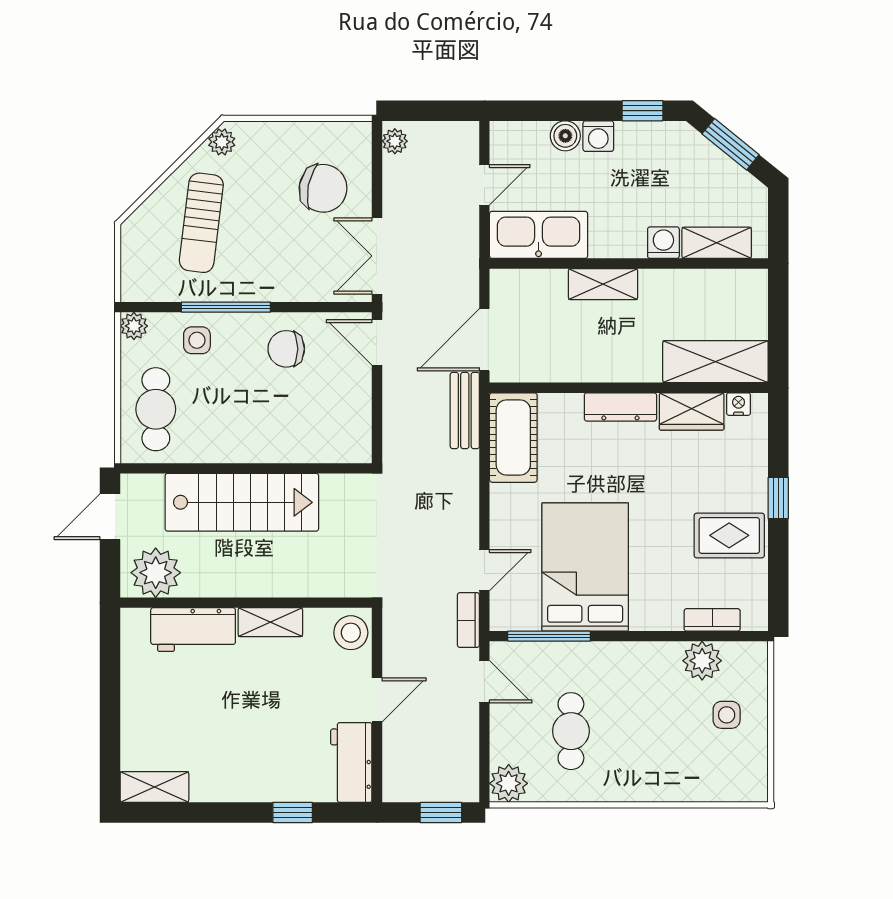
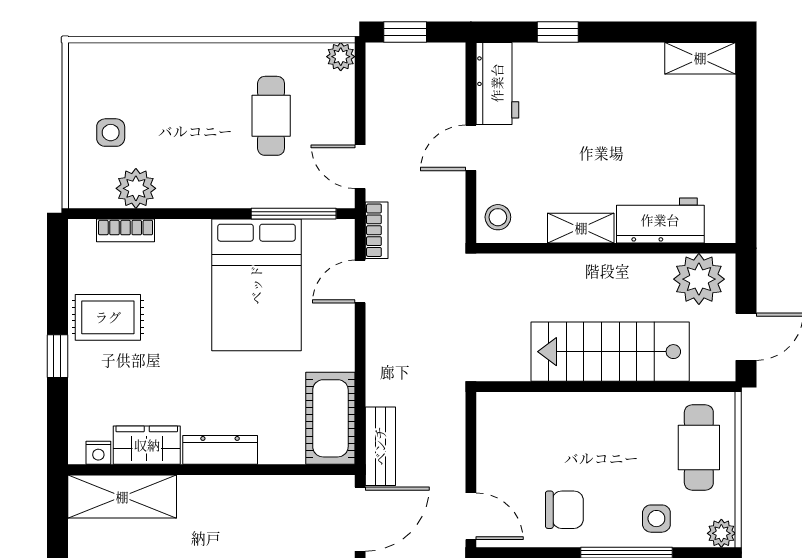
stool: (351, 633) -> (498, 217), width x0.73, depth x0.73
plant: (509, 783) -> (341, 57), width x0.73, depth x0.73

